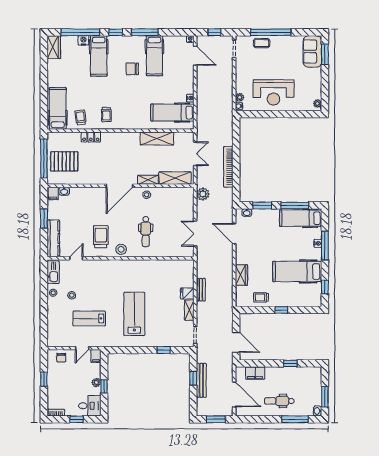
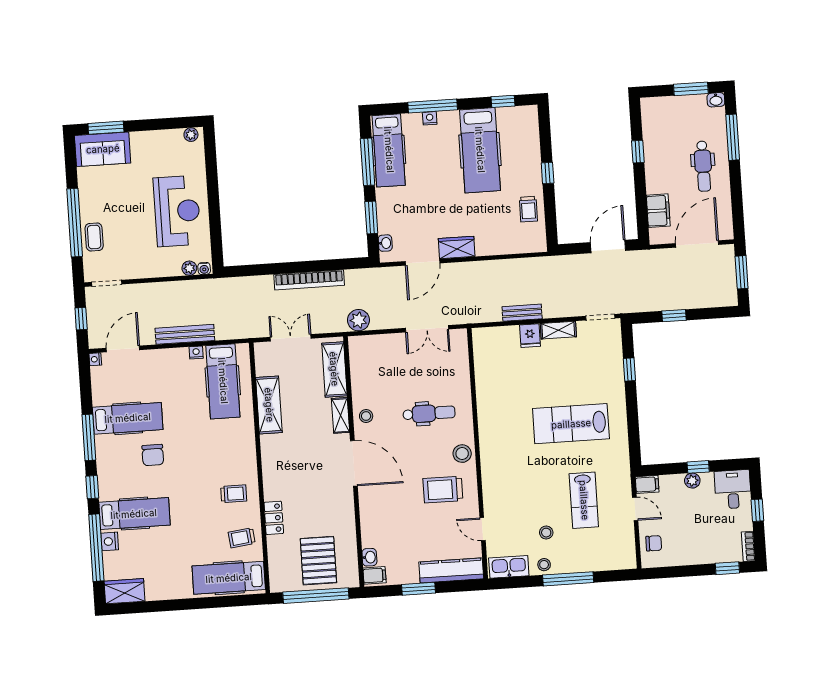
wardrobe: (241, 275) -> (457, 247), moved
window: (44, 306) -> (568, 579), added
window: (44, 379) -> (727, 568), moved
bench: (201, 380) -> (185, 334), moved

